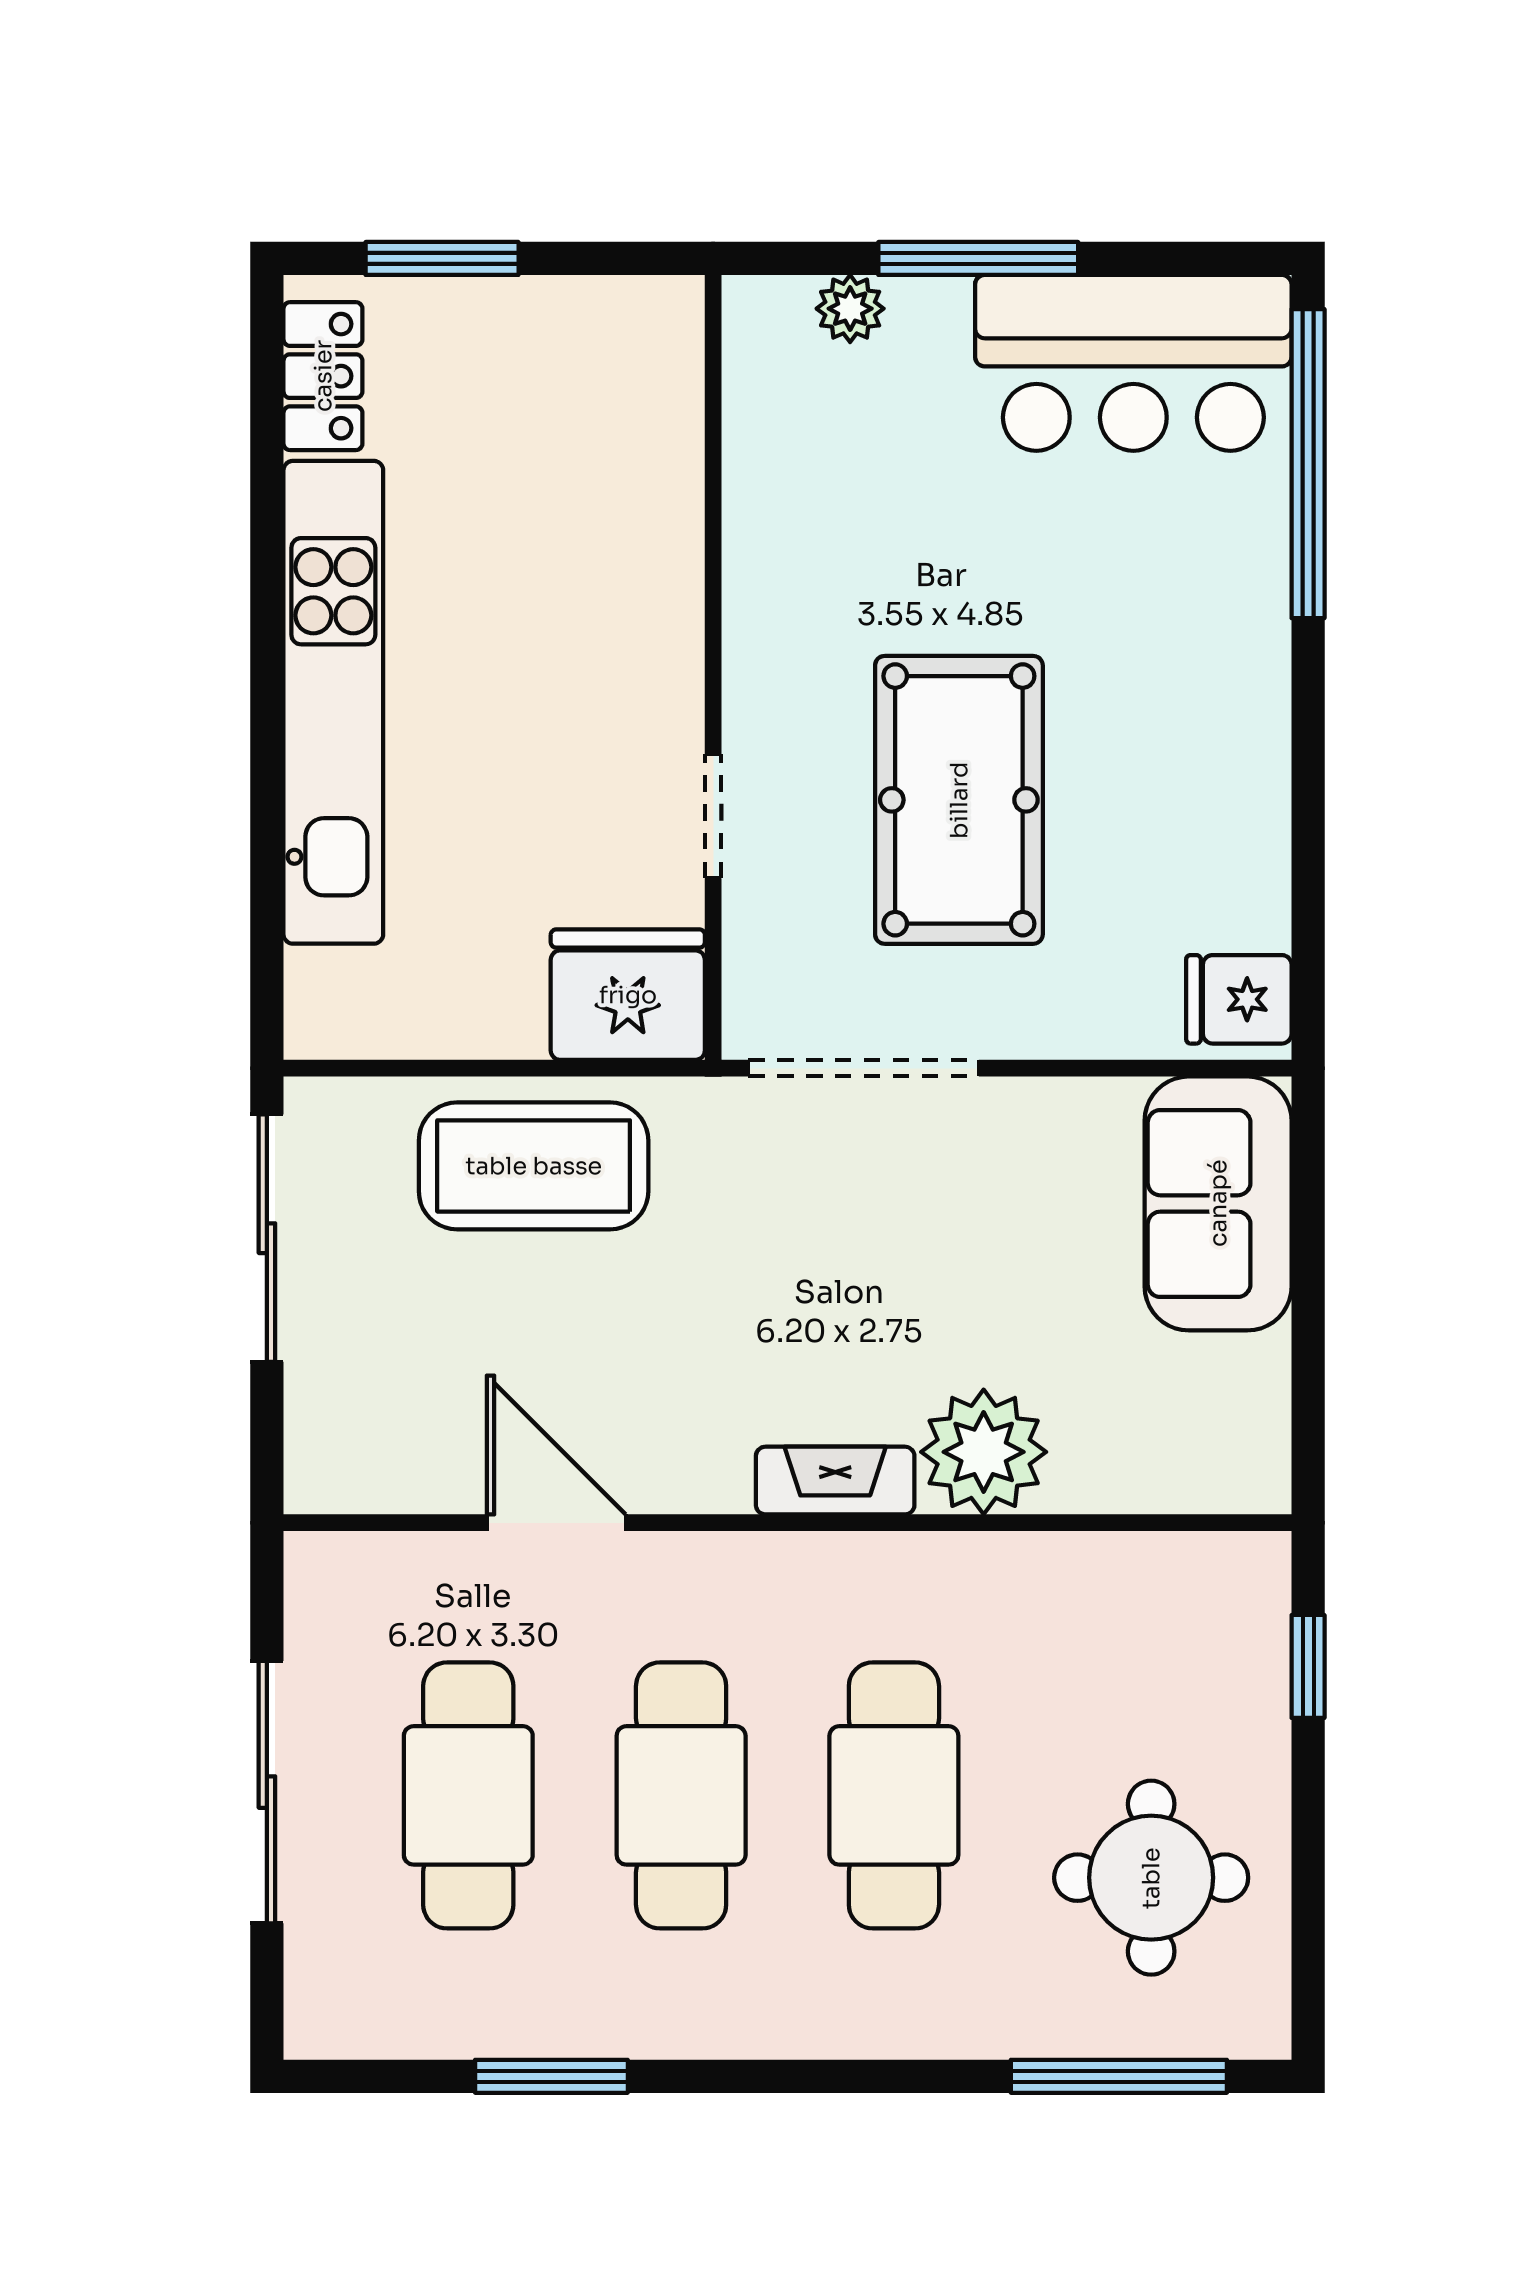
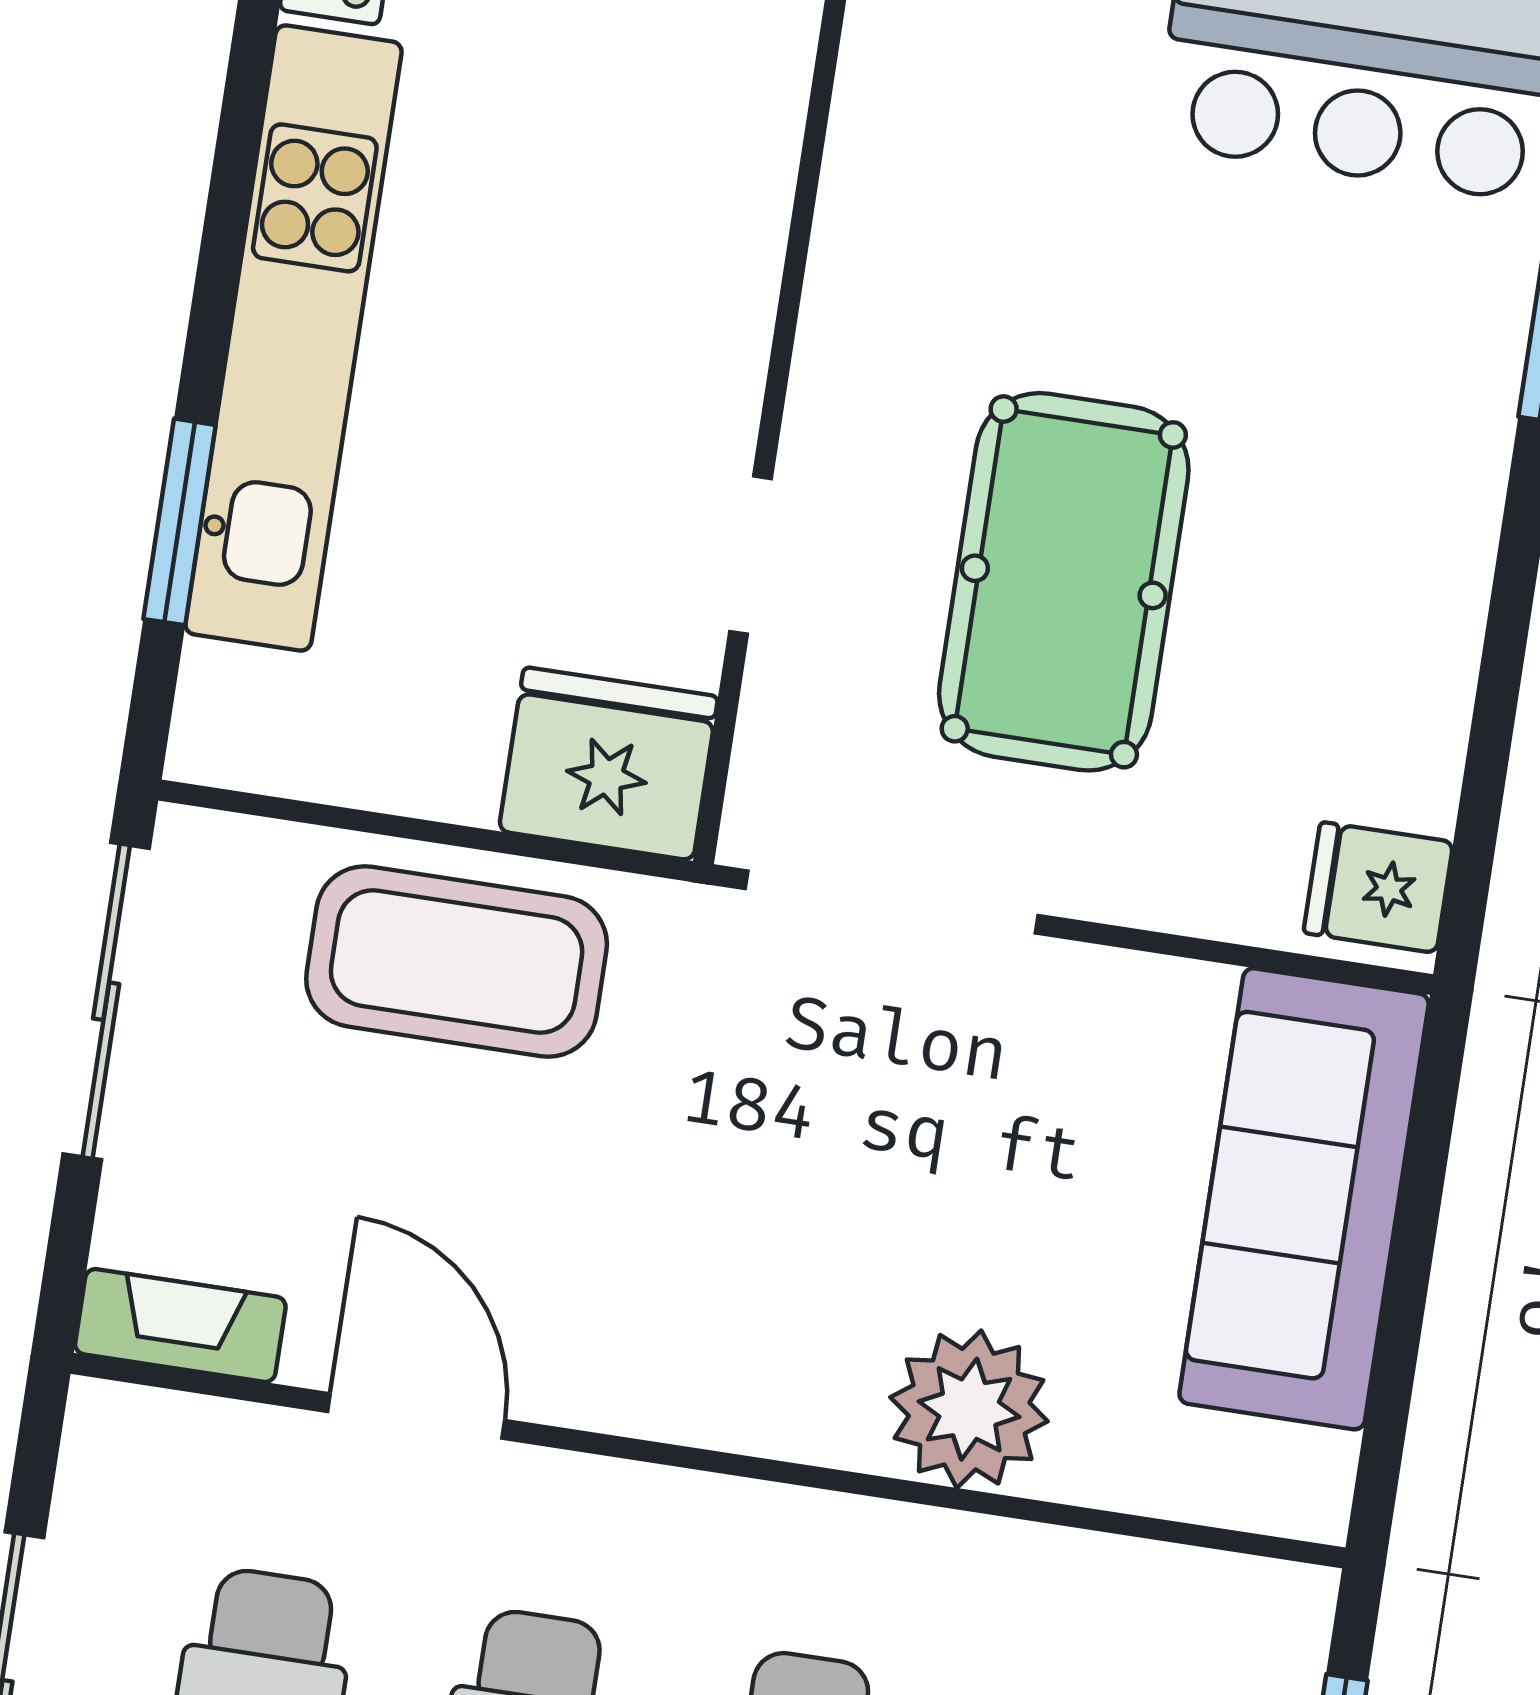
window: (267, 858) -> (180, 522), added
sofa: (1218, 1203) -> (1304, 1199), width x1.36
fireplace: (835, 1481) -> (180, 1325), moved

